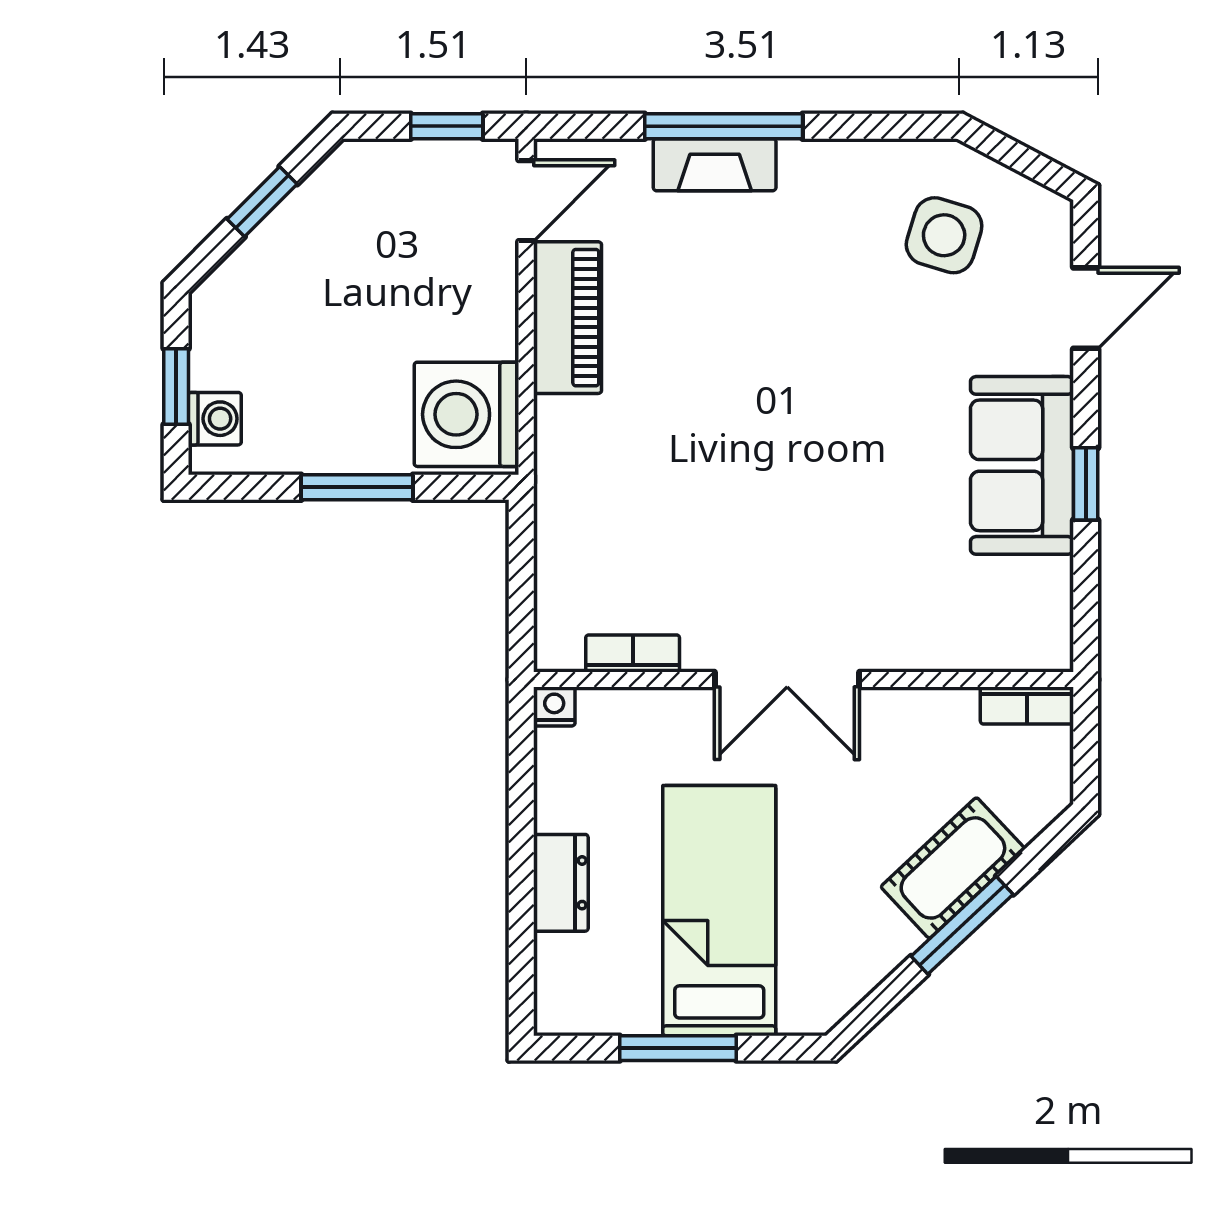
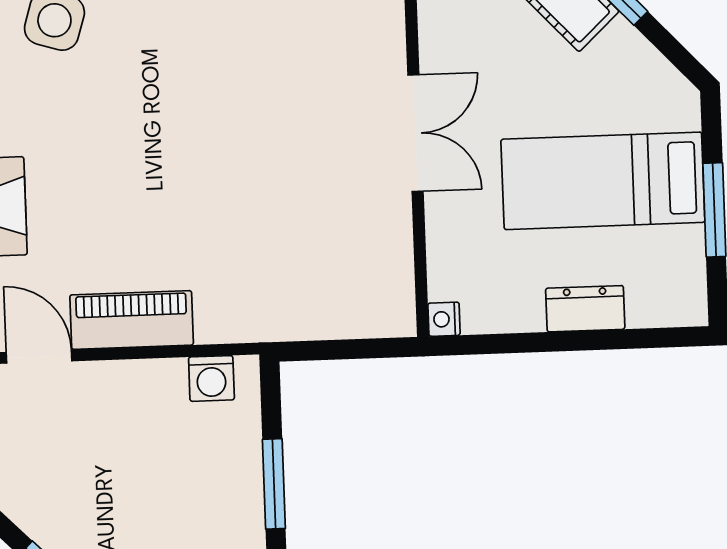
washing machine: (467, 414) -> (211, 378), width x0.53, depth x0.53
bookcase: (633, 653) -> (399, 258), removed

